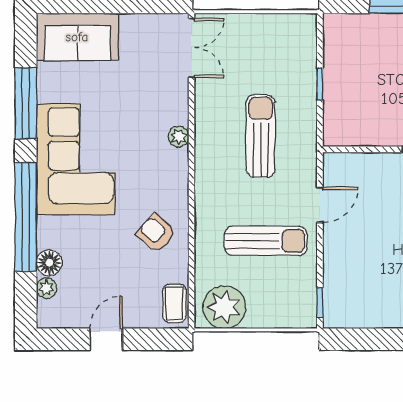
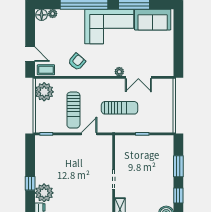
sofa: (77, 37) -> (153, 20), moved, turned -90
double door: (192, 48) -> (138, 77), moved
door: (320, 205) -> (89, 134), swing flipped
floor lamp: (49, 263) -> (42, 15), moved
door: (106, 339) -> (30, 54), moved

